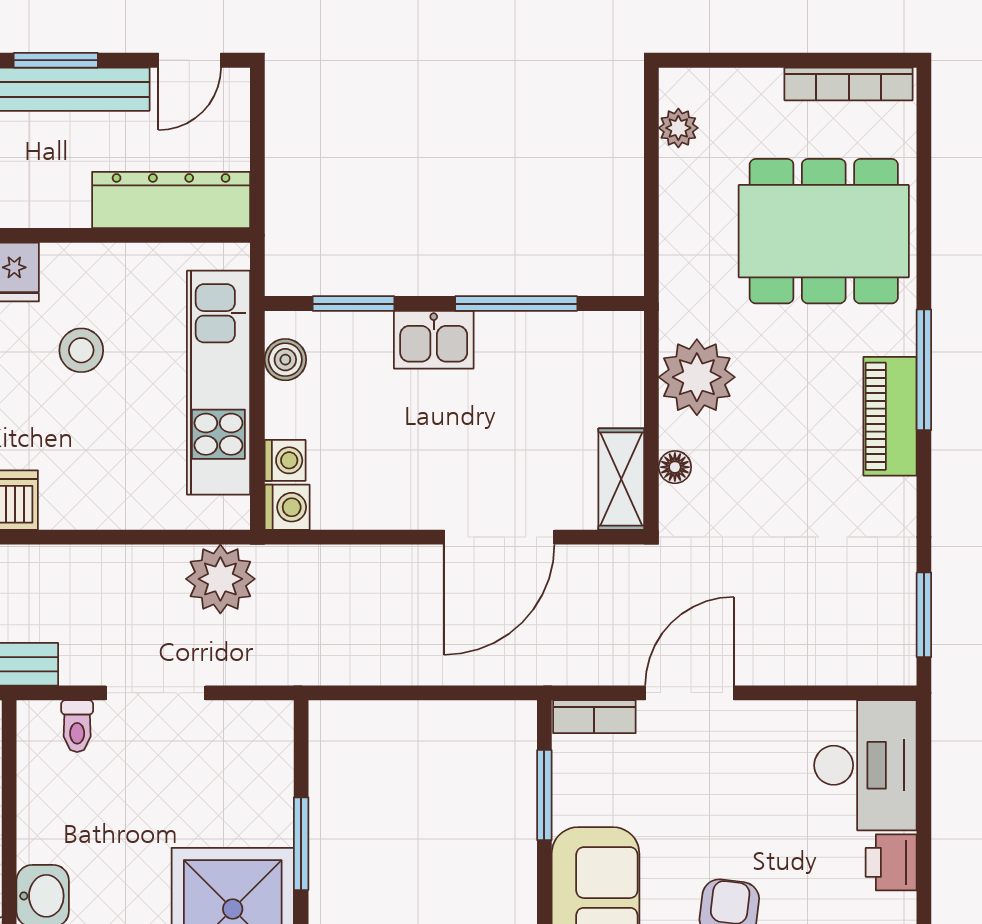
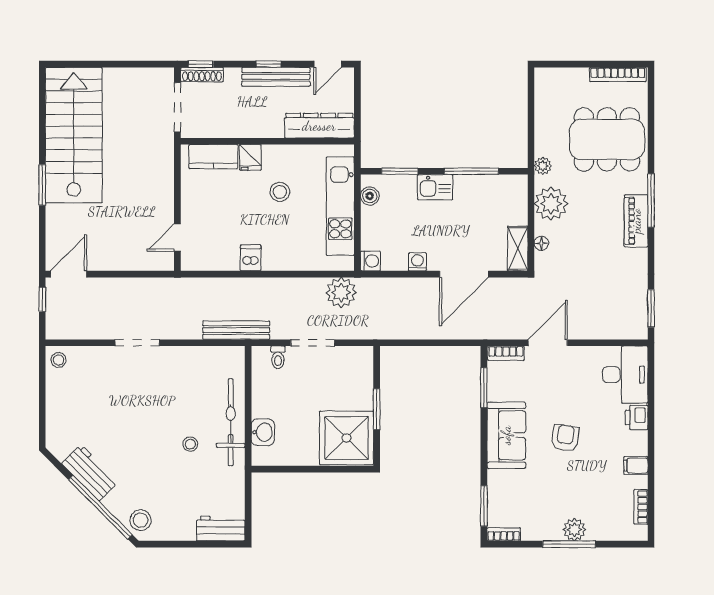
window: (56, 60) -> (269, 64), width x0.67
plant: (678, 128) -> (543, 166), moved
washing machine: (285, 460) -> (417, 262), moved, turned -90

